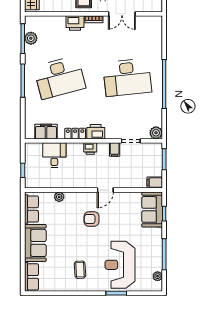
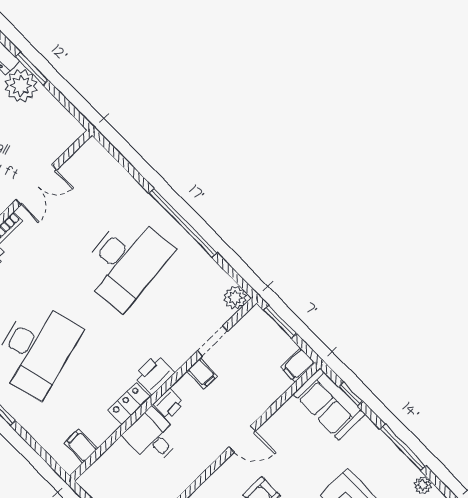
filing cabinet: (46, 132) -> (81, 446), width x0.50
desk: (54, 155) -> (152, 437), moved
door: (105, 190) -> (242, 439), hinge flipped

